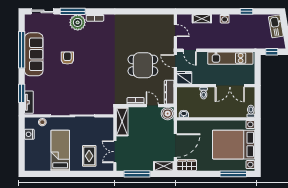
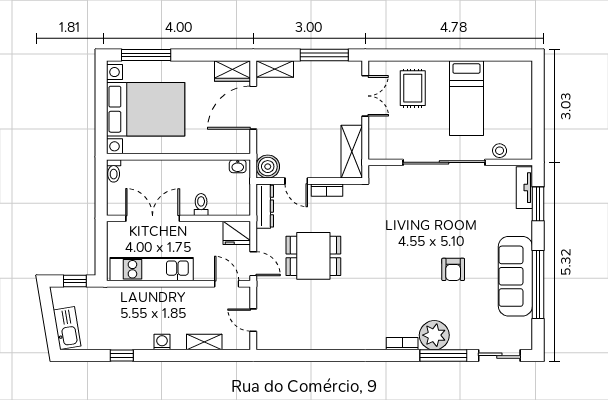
nightstand: (29, 134) -> (524, 128), removed

